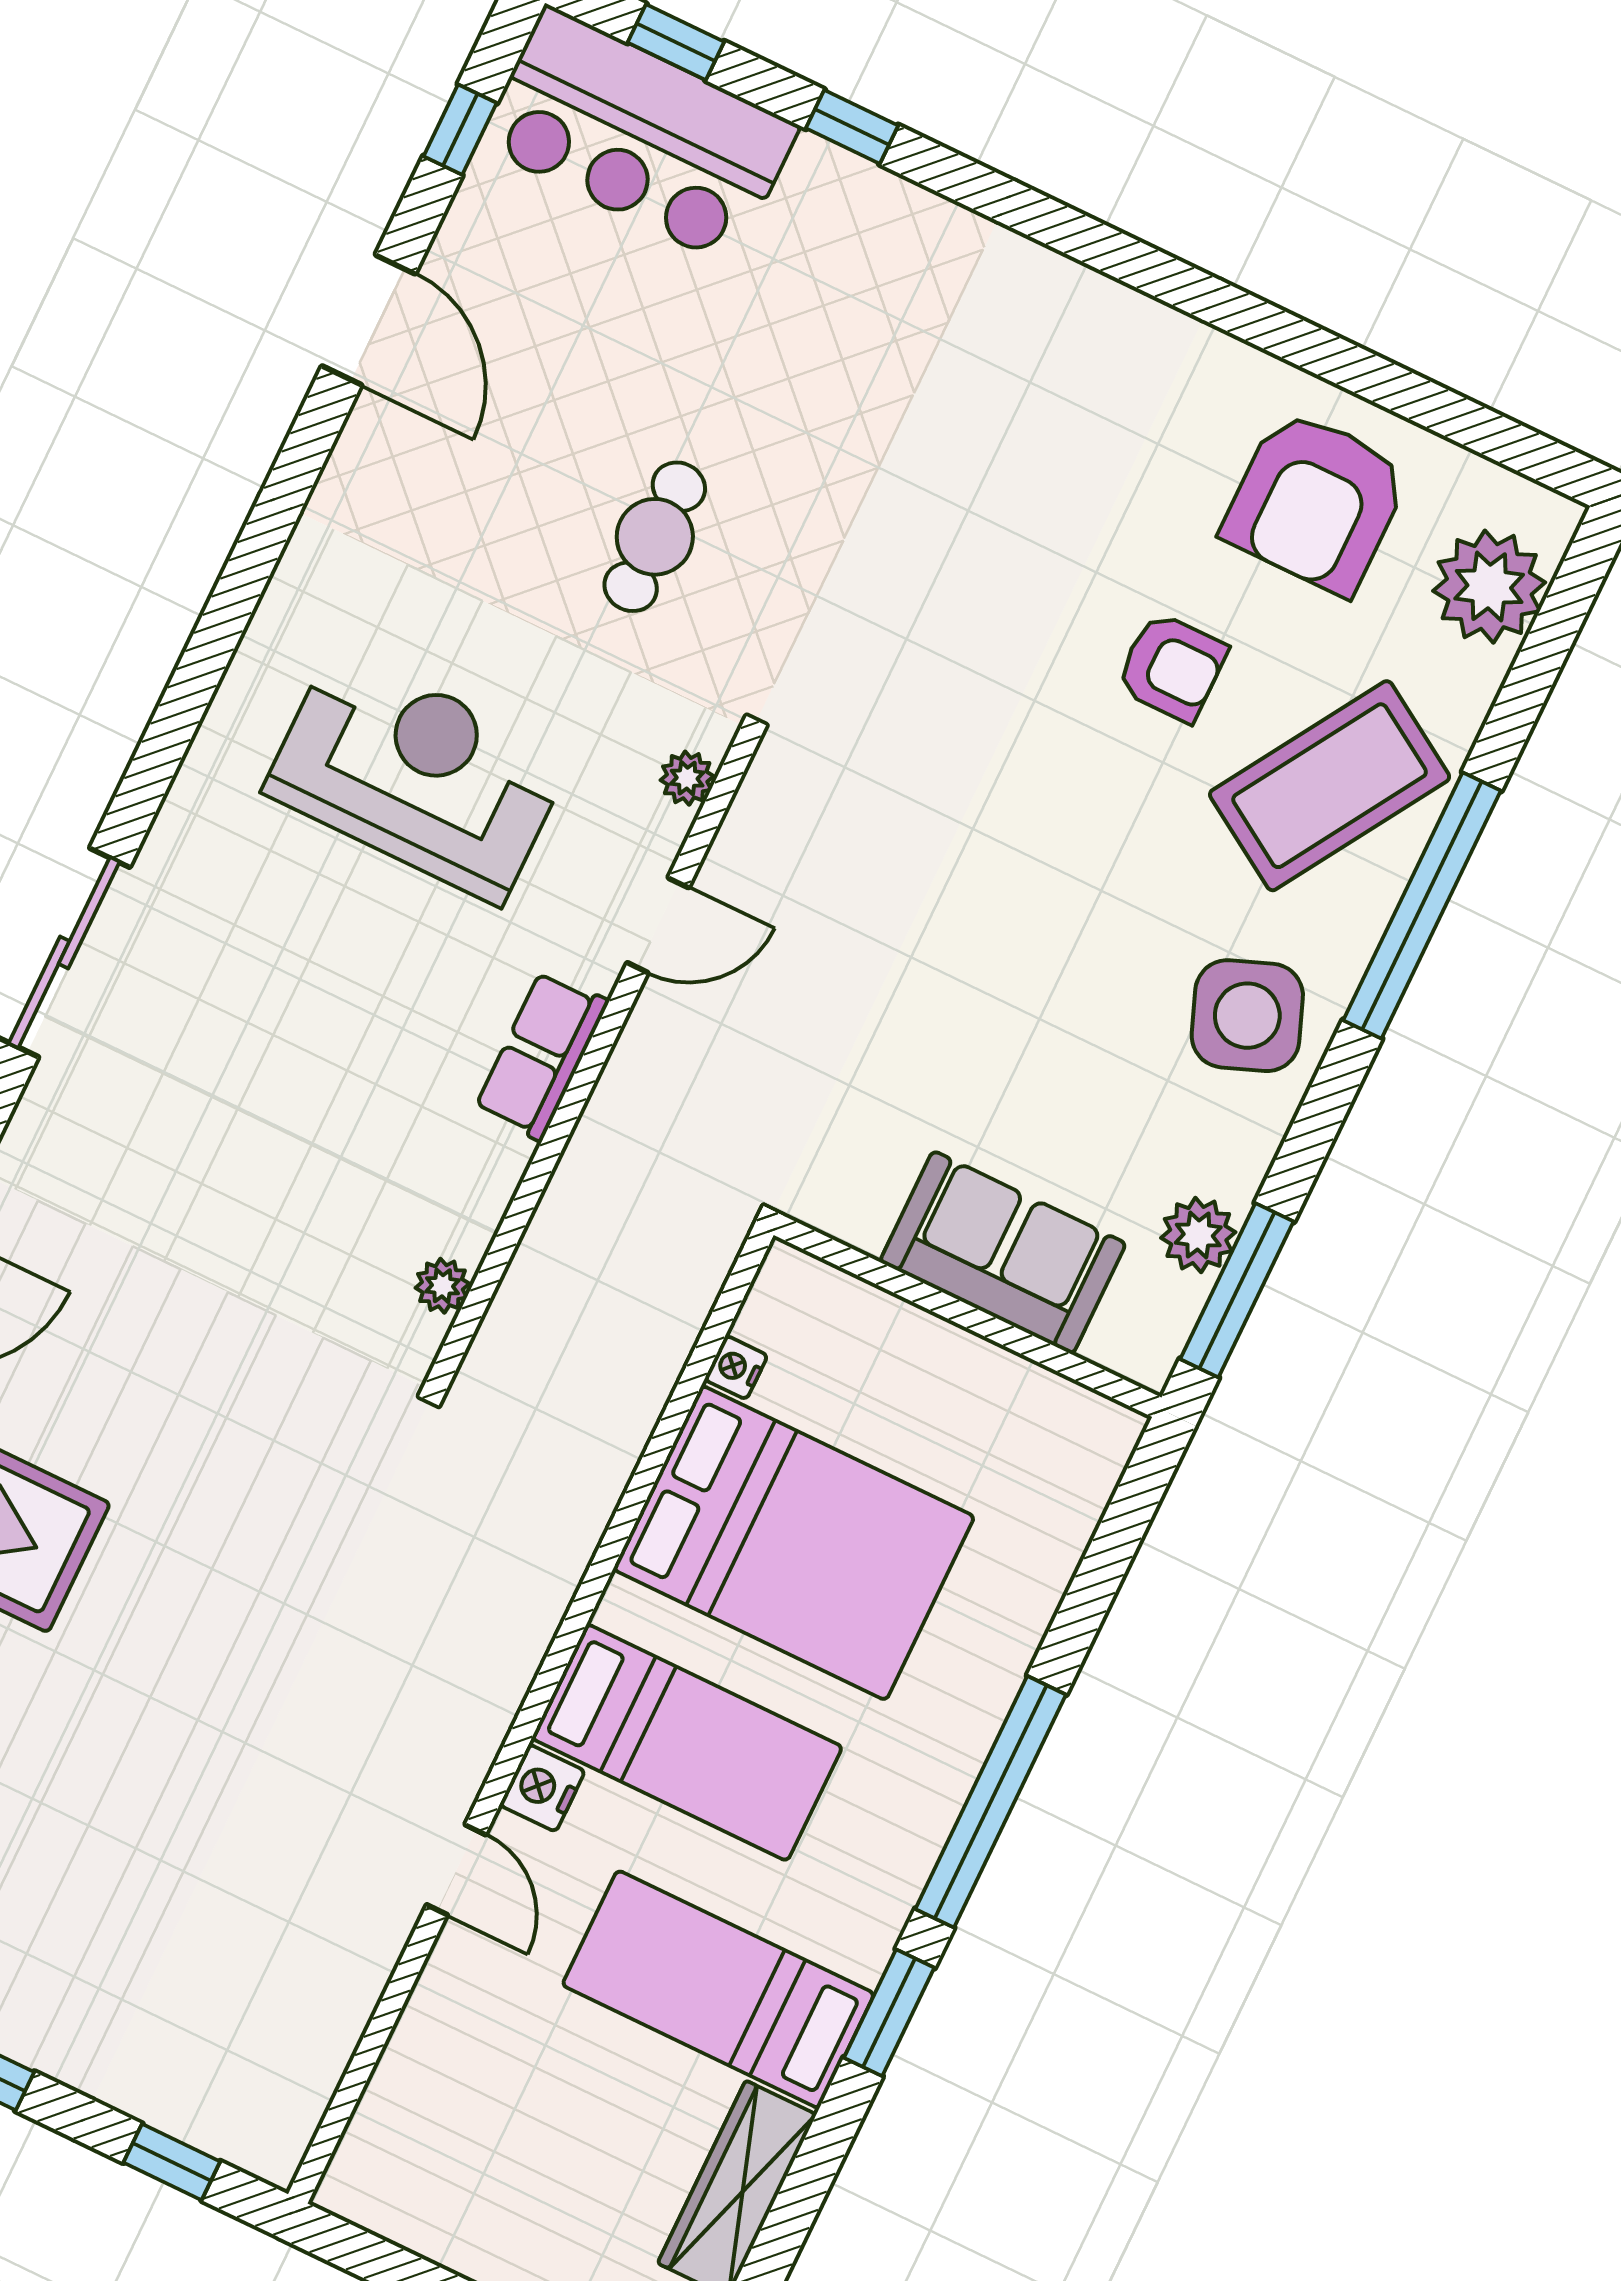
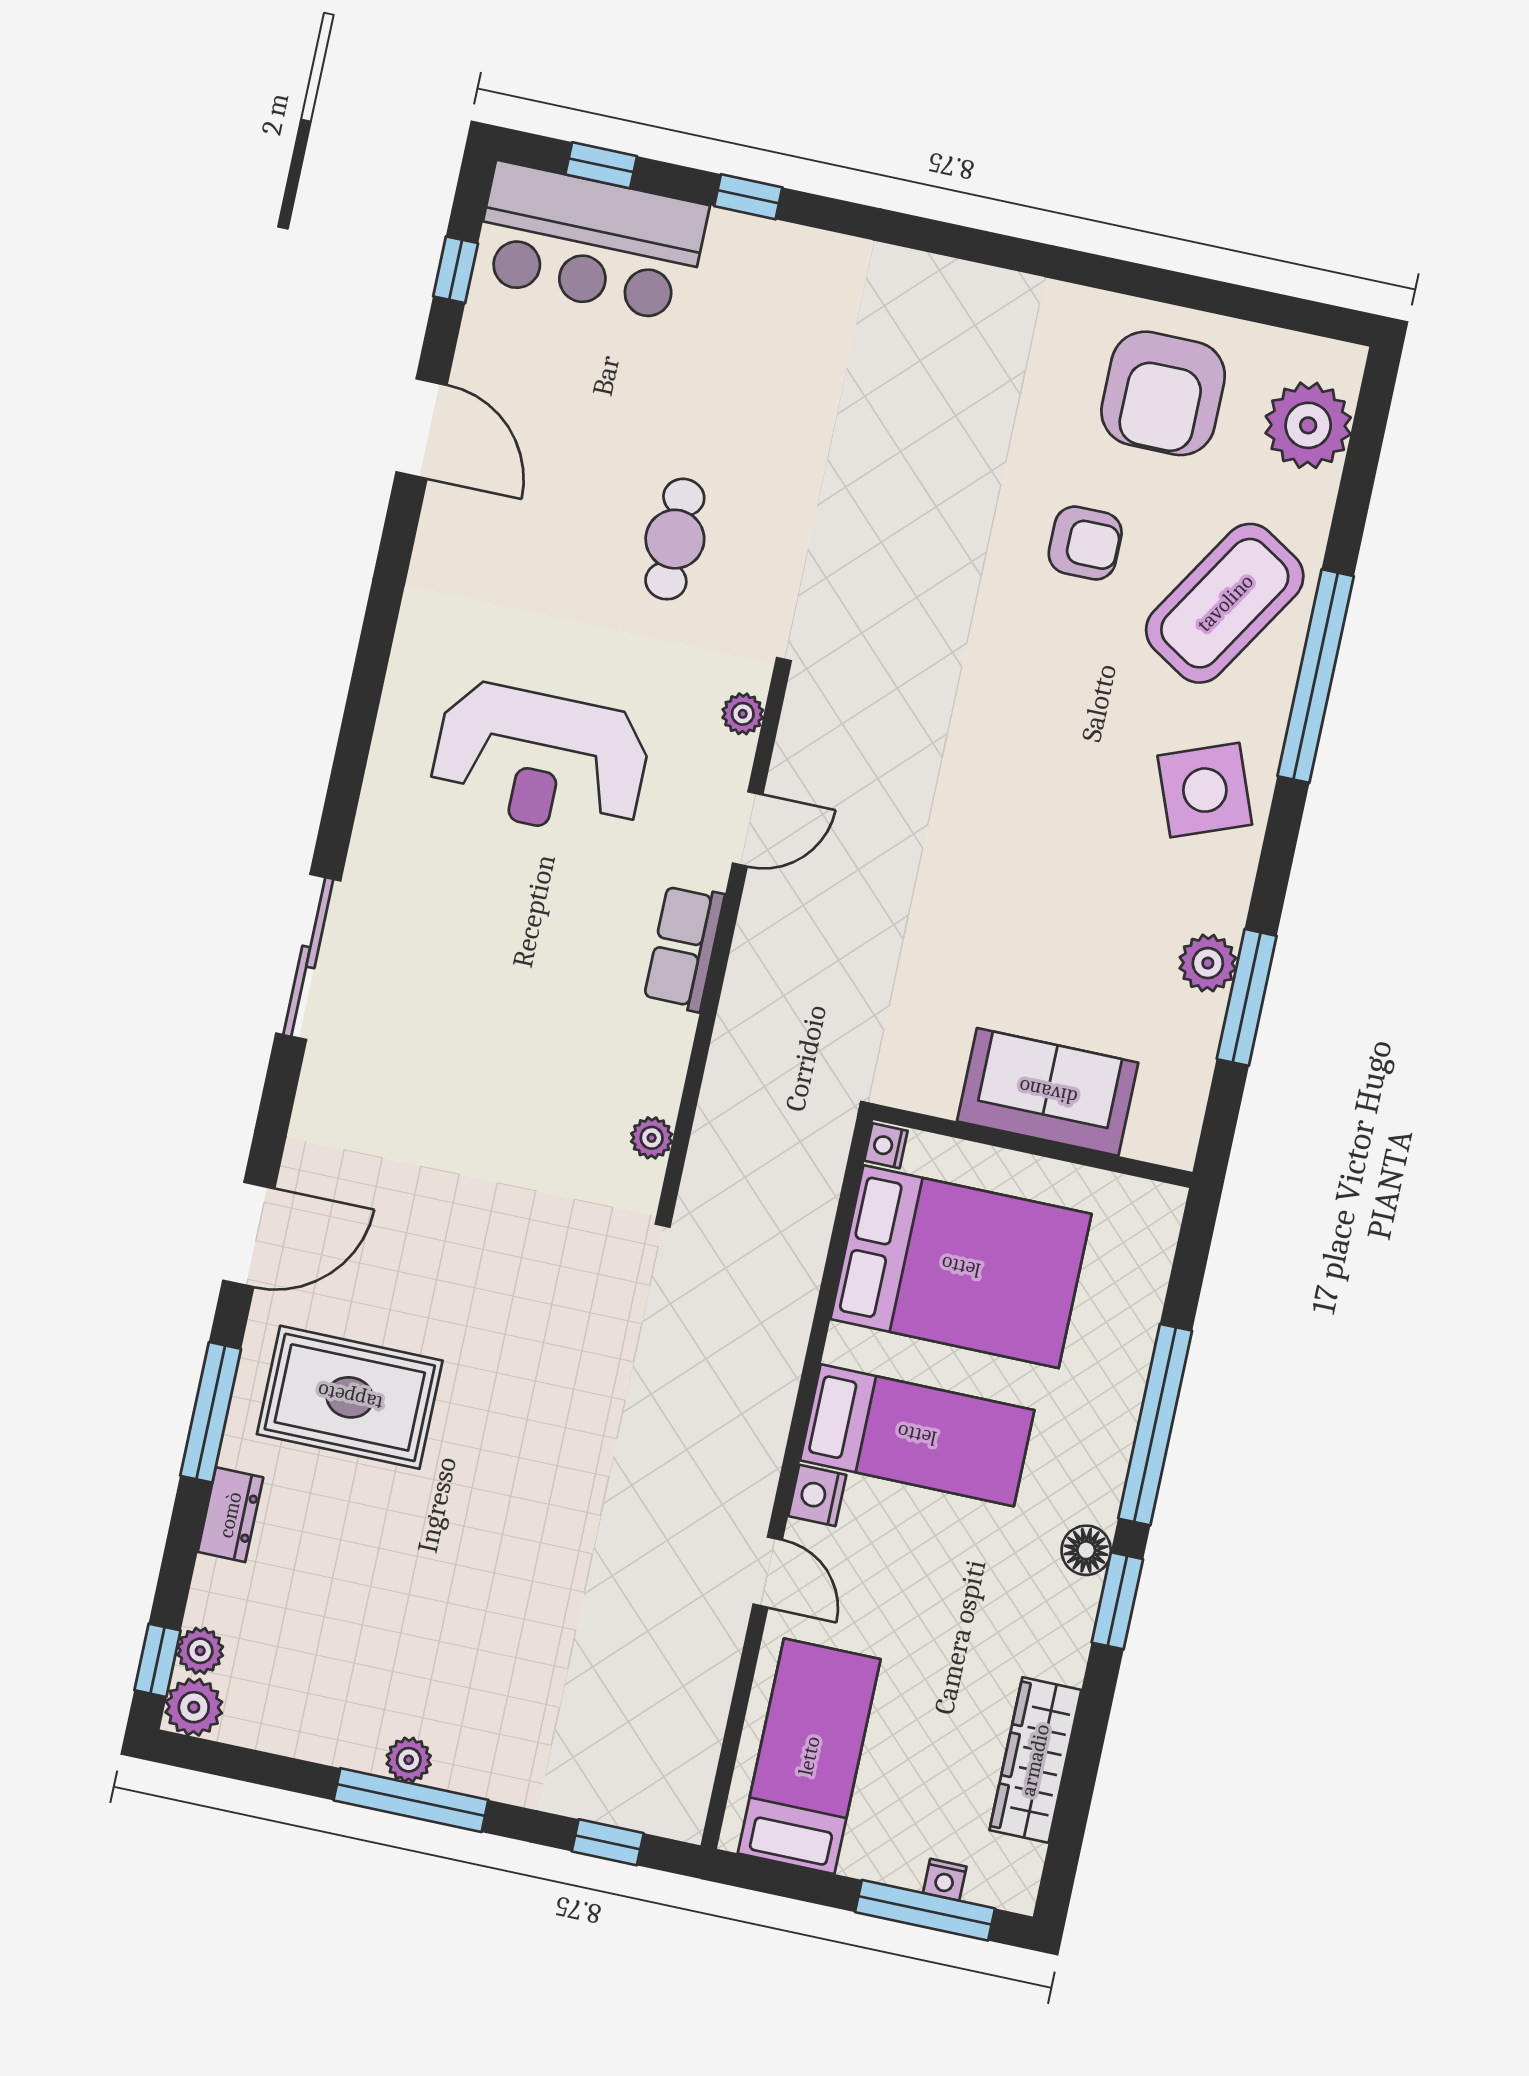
reception desk: (417, 775) -> (540, 760), turned 180
sofa: (1003, 1253) -> (1048, 1092), moved
wall: (968, 1316) -> (1033, 1146), moved
floor lamp: (865, 1939) -> (1086, 1550), added
bed: (718, 1989) -> (809, 1756), moved, turned 90

